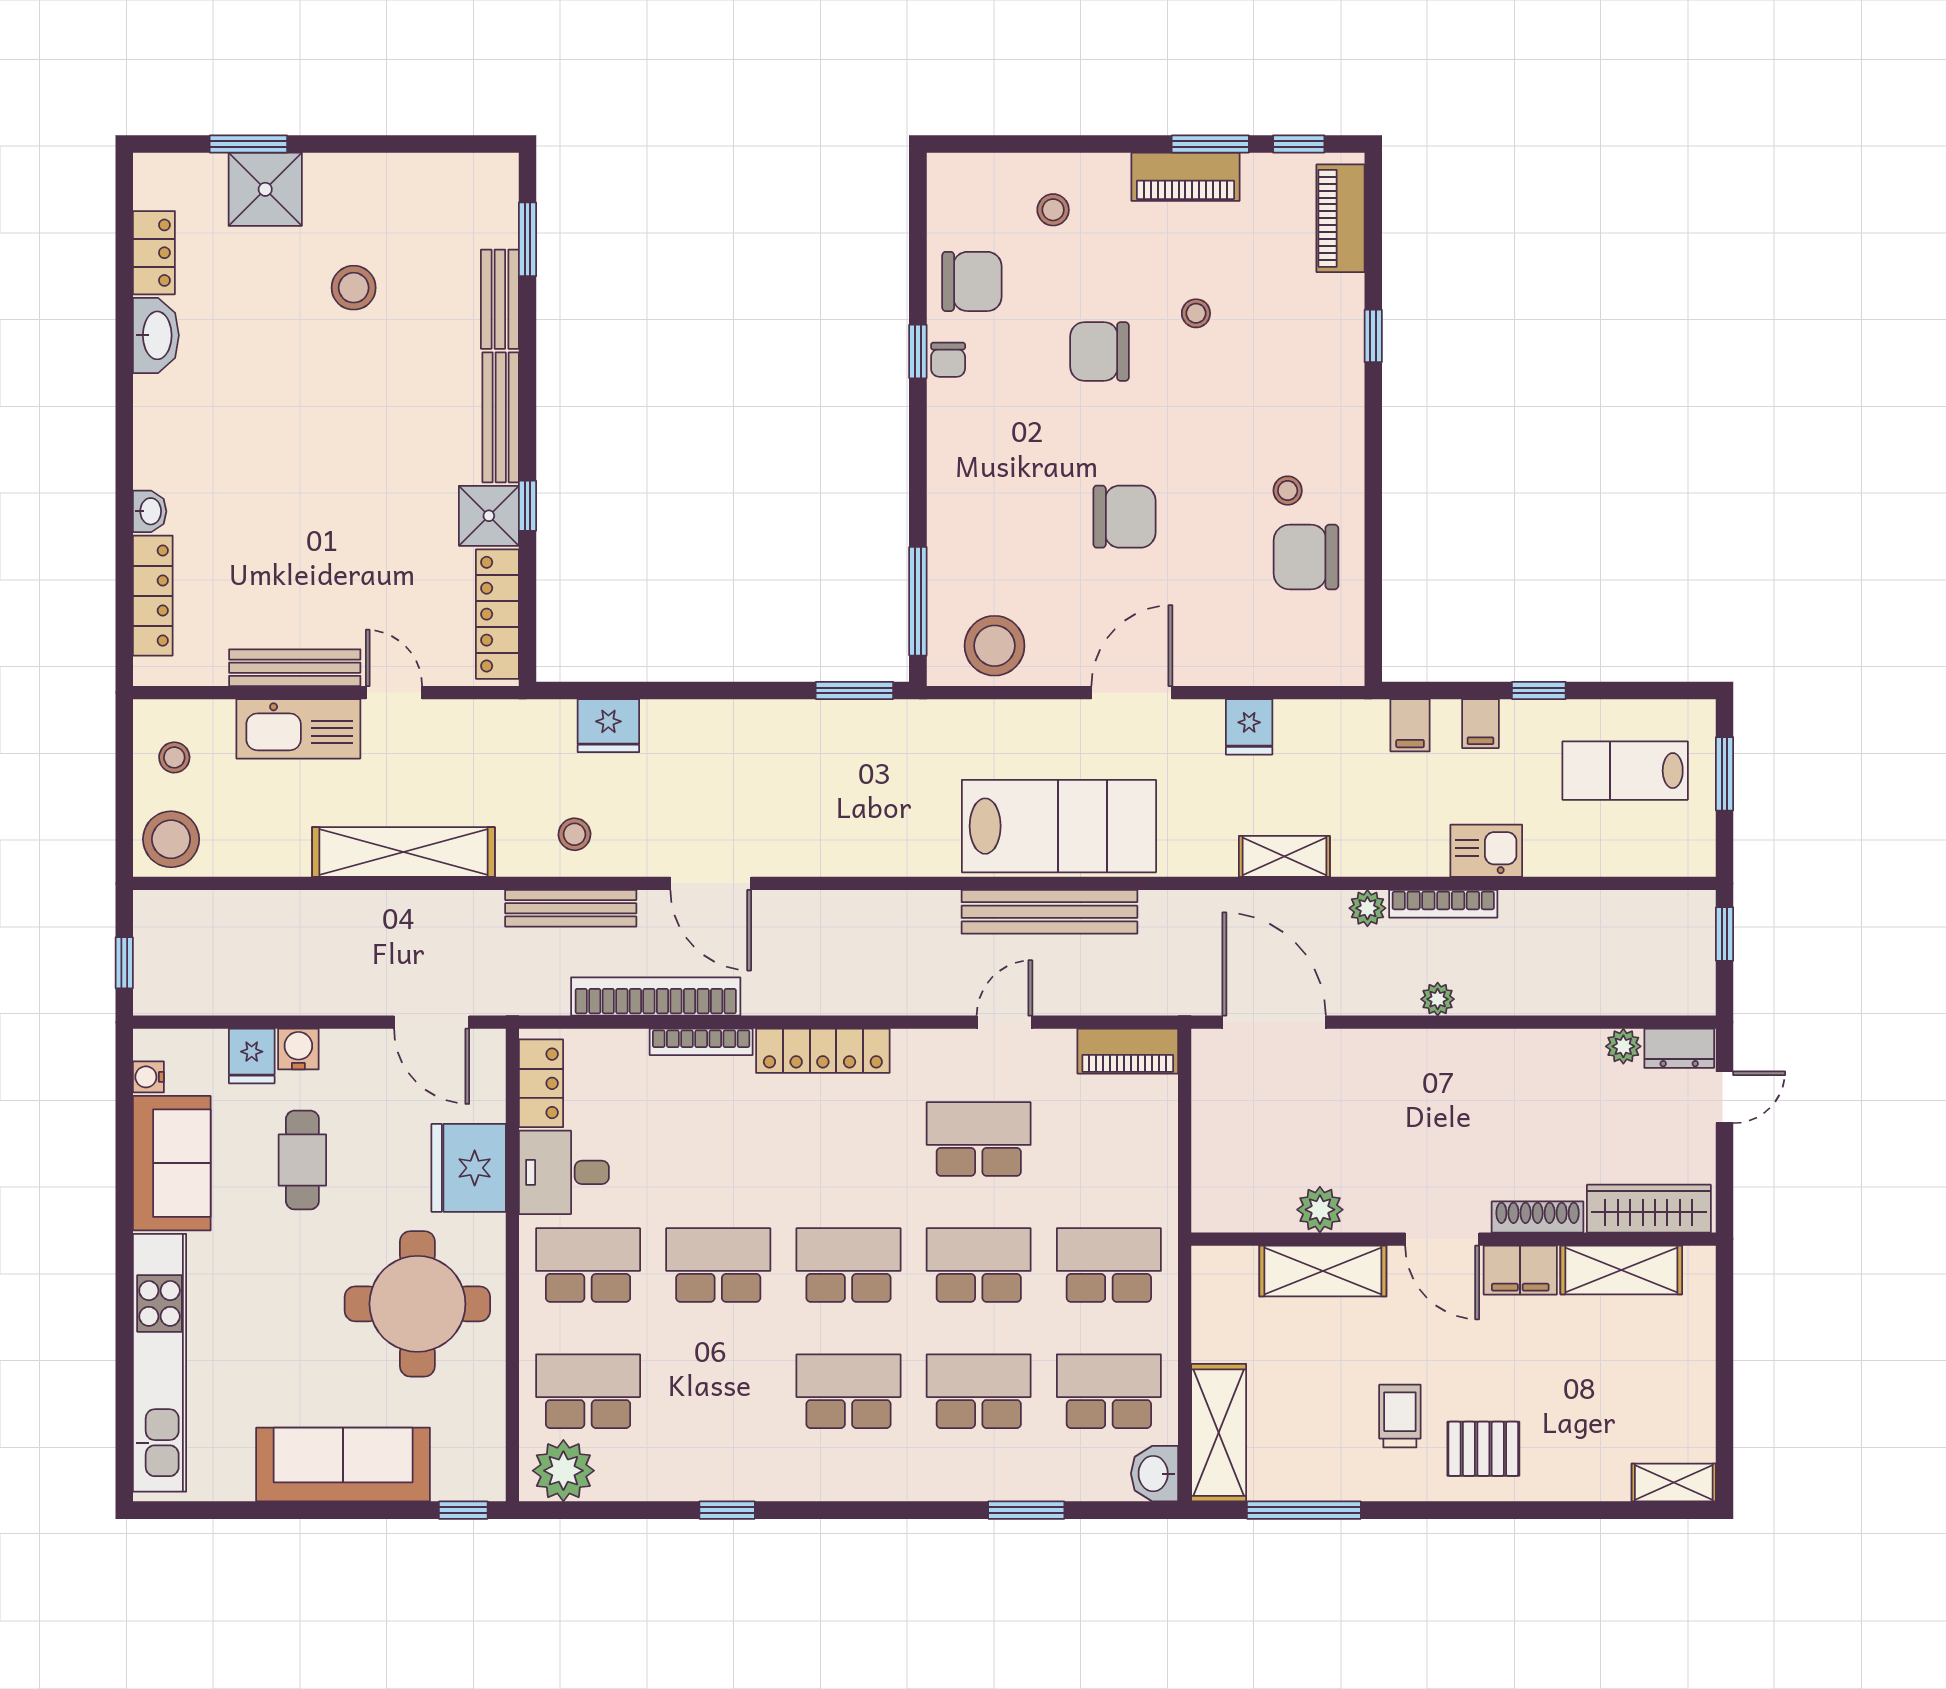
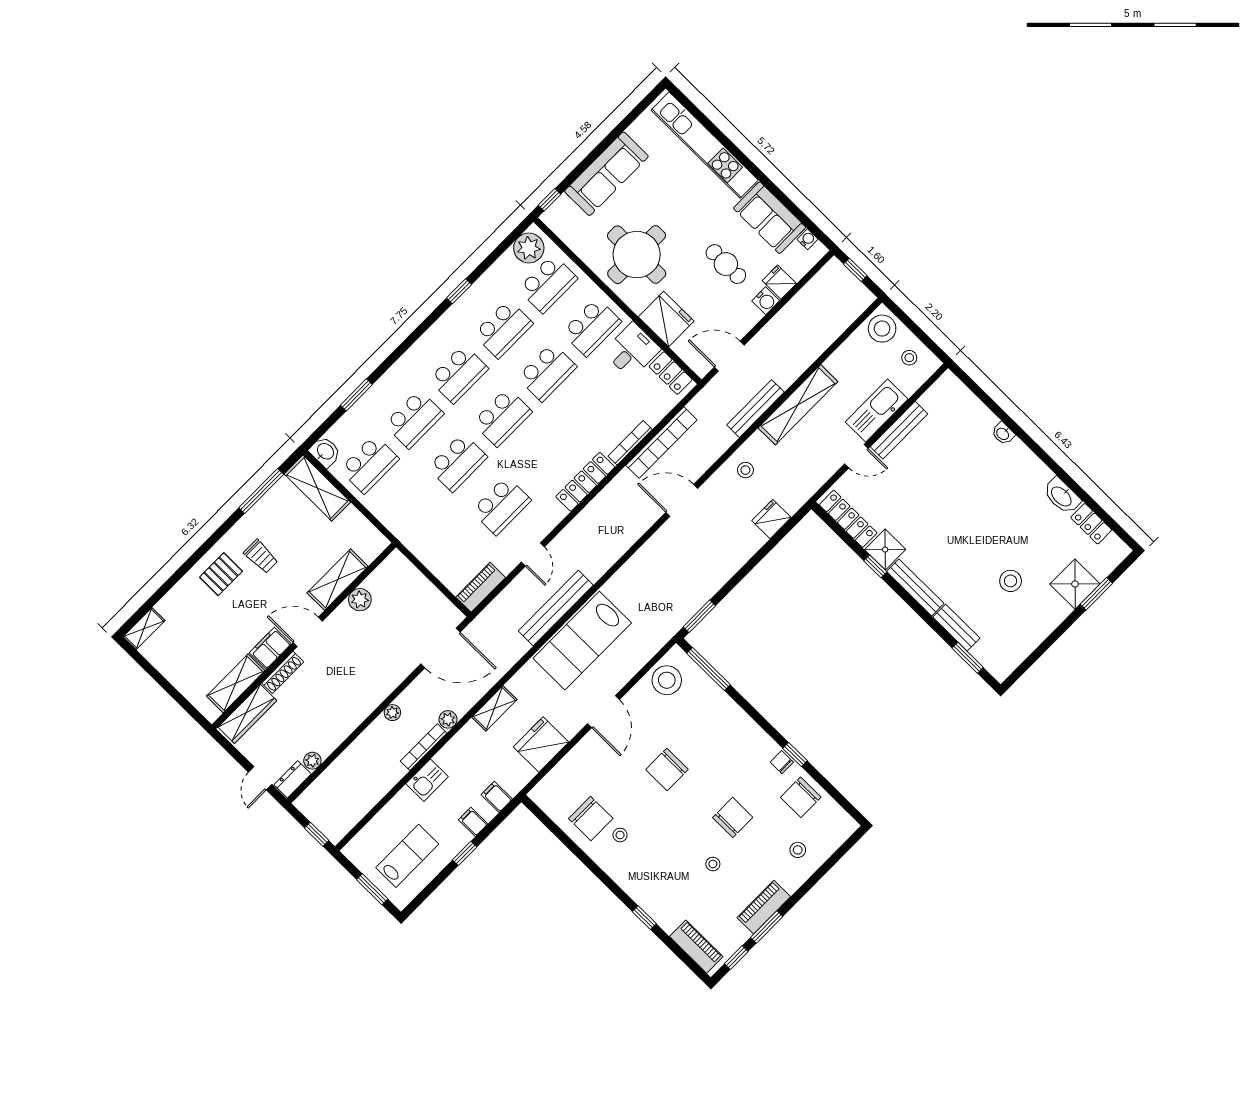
chair: (1306, 557) -> (591, 819), turned 90
locker: (153, 596) -> (973, 406), removed
fridge: (1249, 727) -> (541, 744), width x1.88, depth x1.34
bench: (571, 908) -> (756, 409), moved
school desk: (1109, 1265) -> (503, 329), moved

